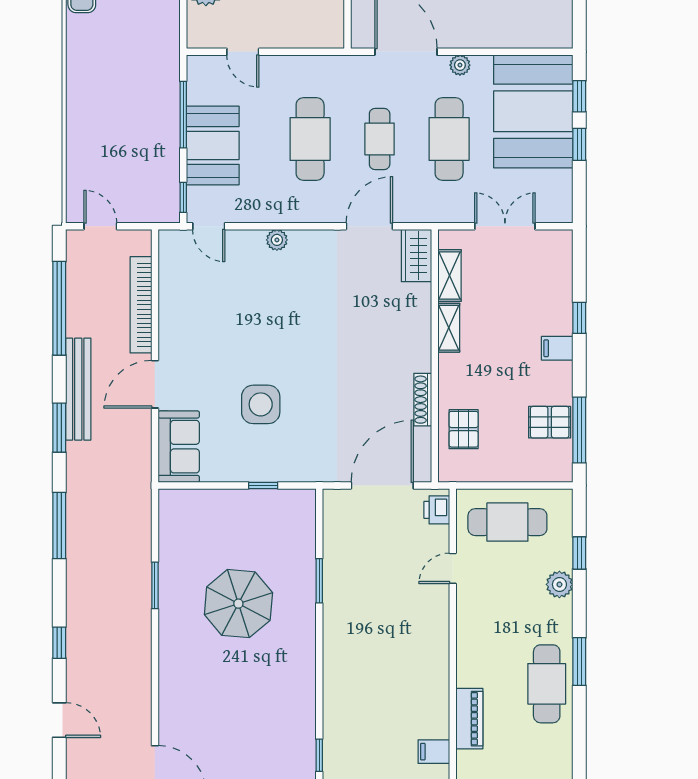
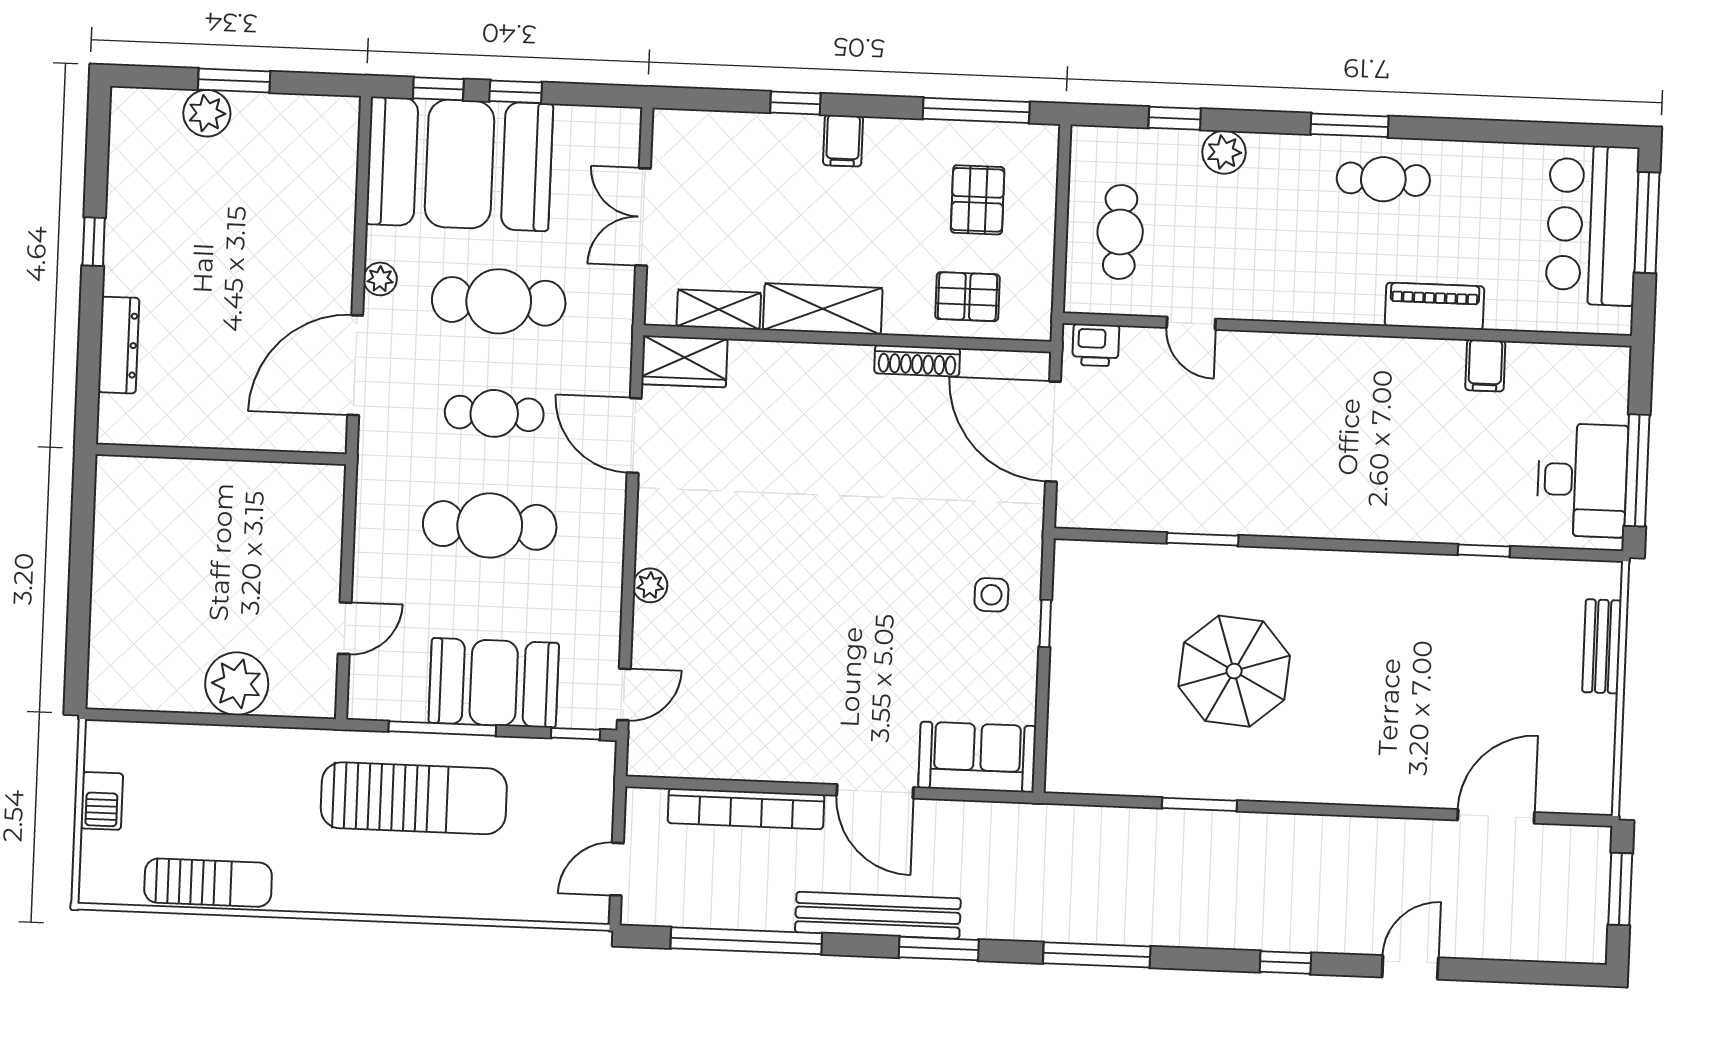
sun lounger: (139, 99) -> (414, 798), added
shelving: (449, 328) -> (823, 309), width x1.50, depth x1.33
side table: (261, 404) -> (991, 595), moved, width x0.54, depth x0.54
pallet: (550, 422) -> (978, 200), moved
cafe table: (507, 522) -> (1120, 232), width x0.73, depth x0.74
cafe table: (547, 684) -> (1383, 179), width x0.73, depth x0.74

